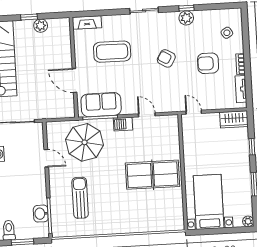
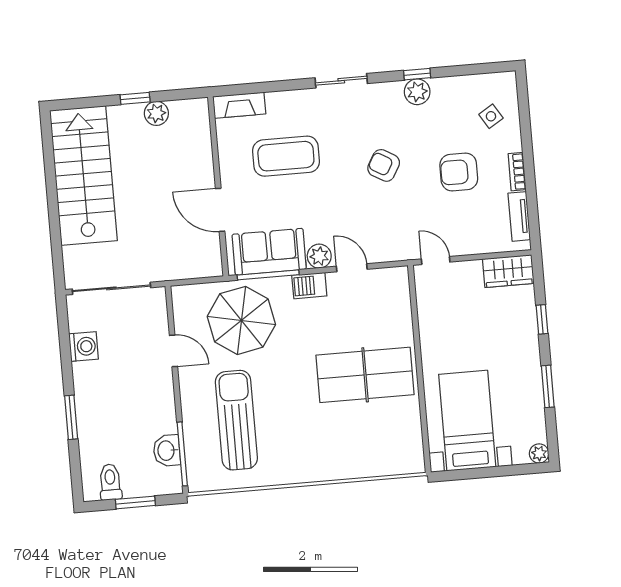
plant: (129, 108) -> (319, 256), added
sun lounger: (80, 198) -> (236, 420), width x1.36, depth x1.34

